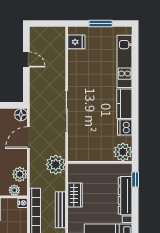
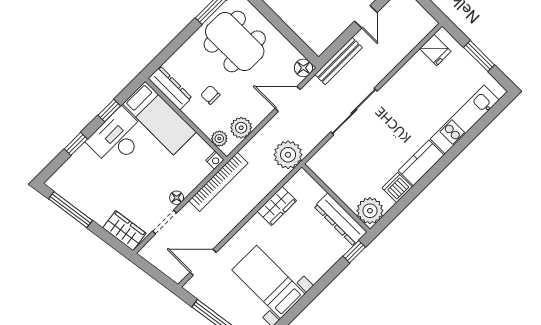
dresser: (125, 196) -> (341, 219), moved, turned -90
bench: (60, 210) -> (339, 61), moved

